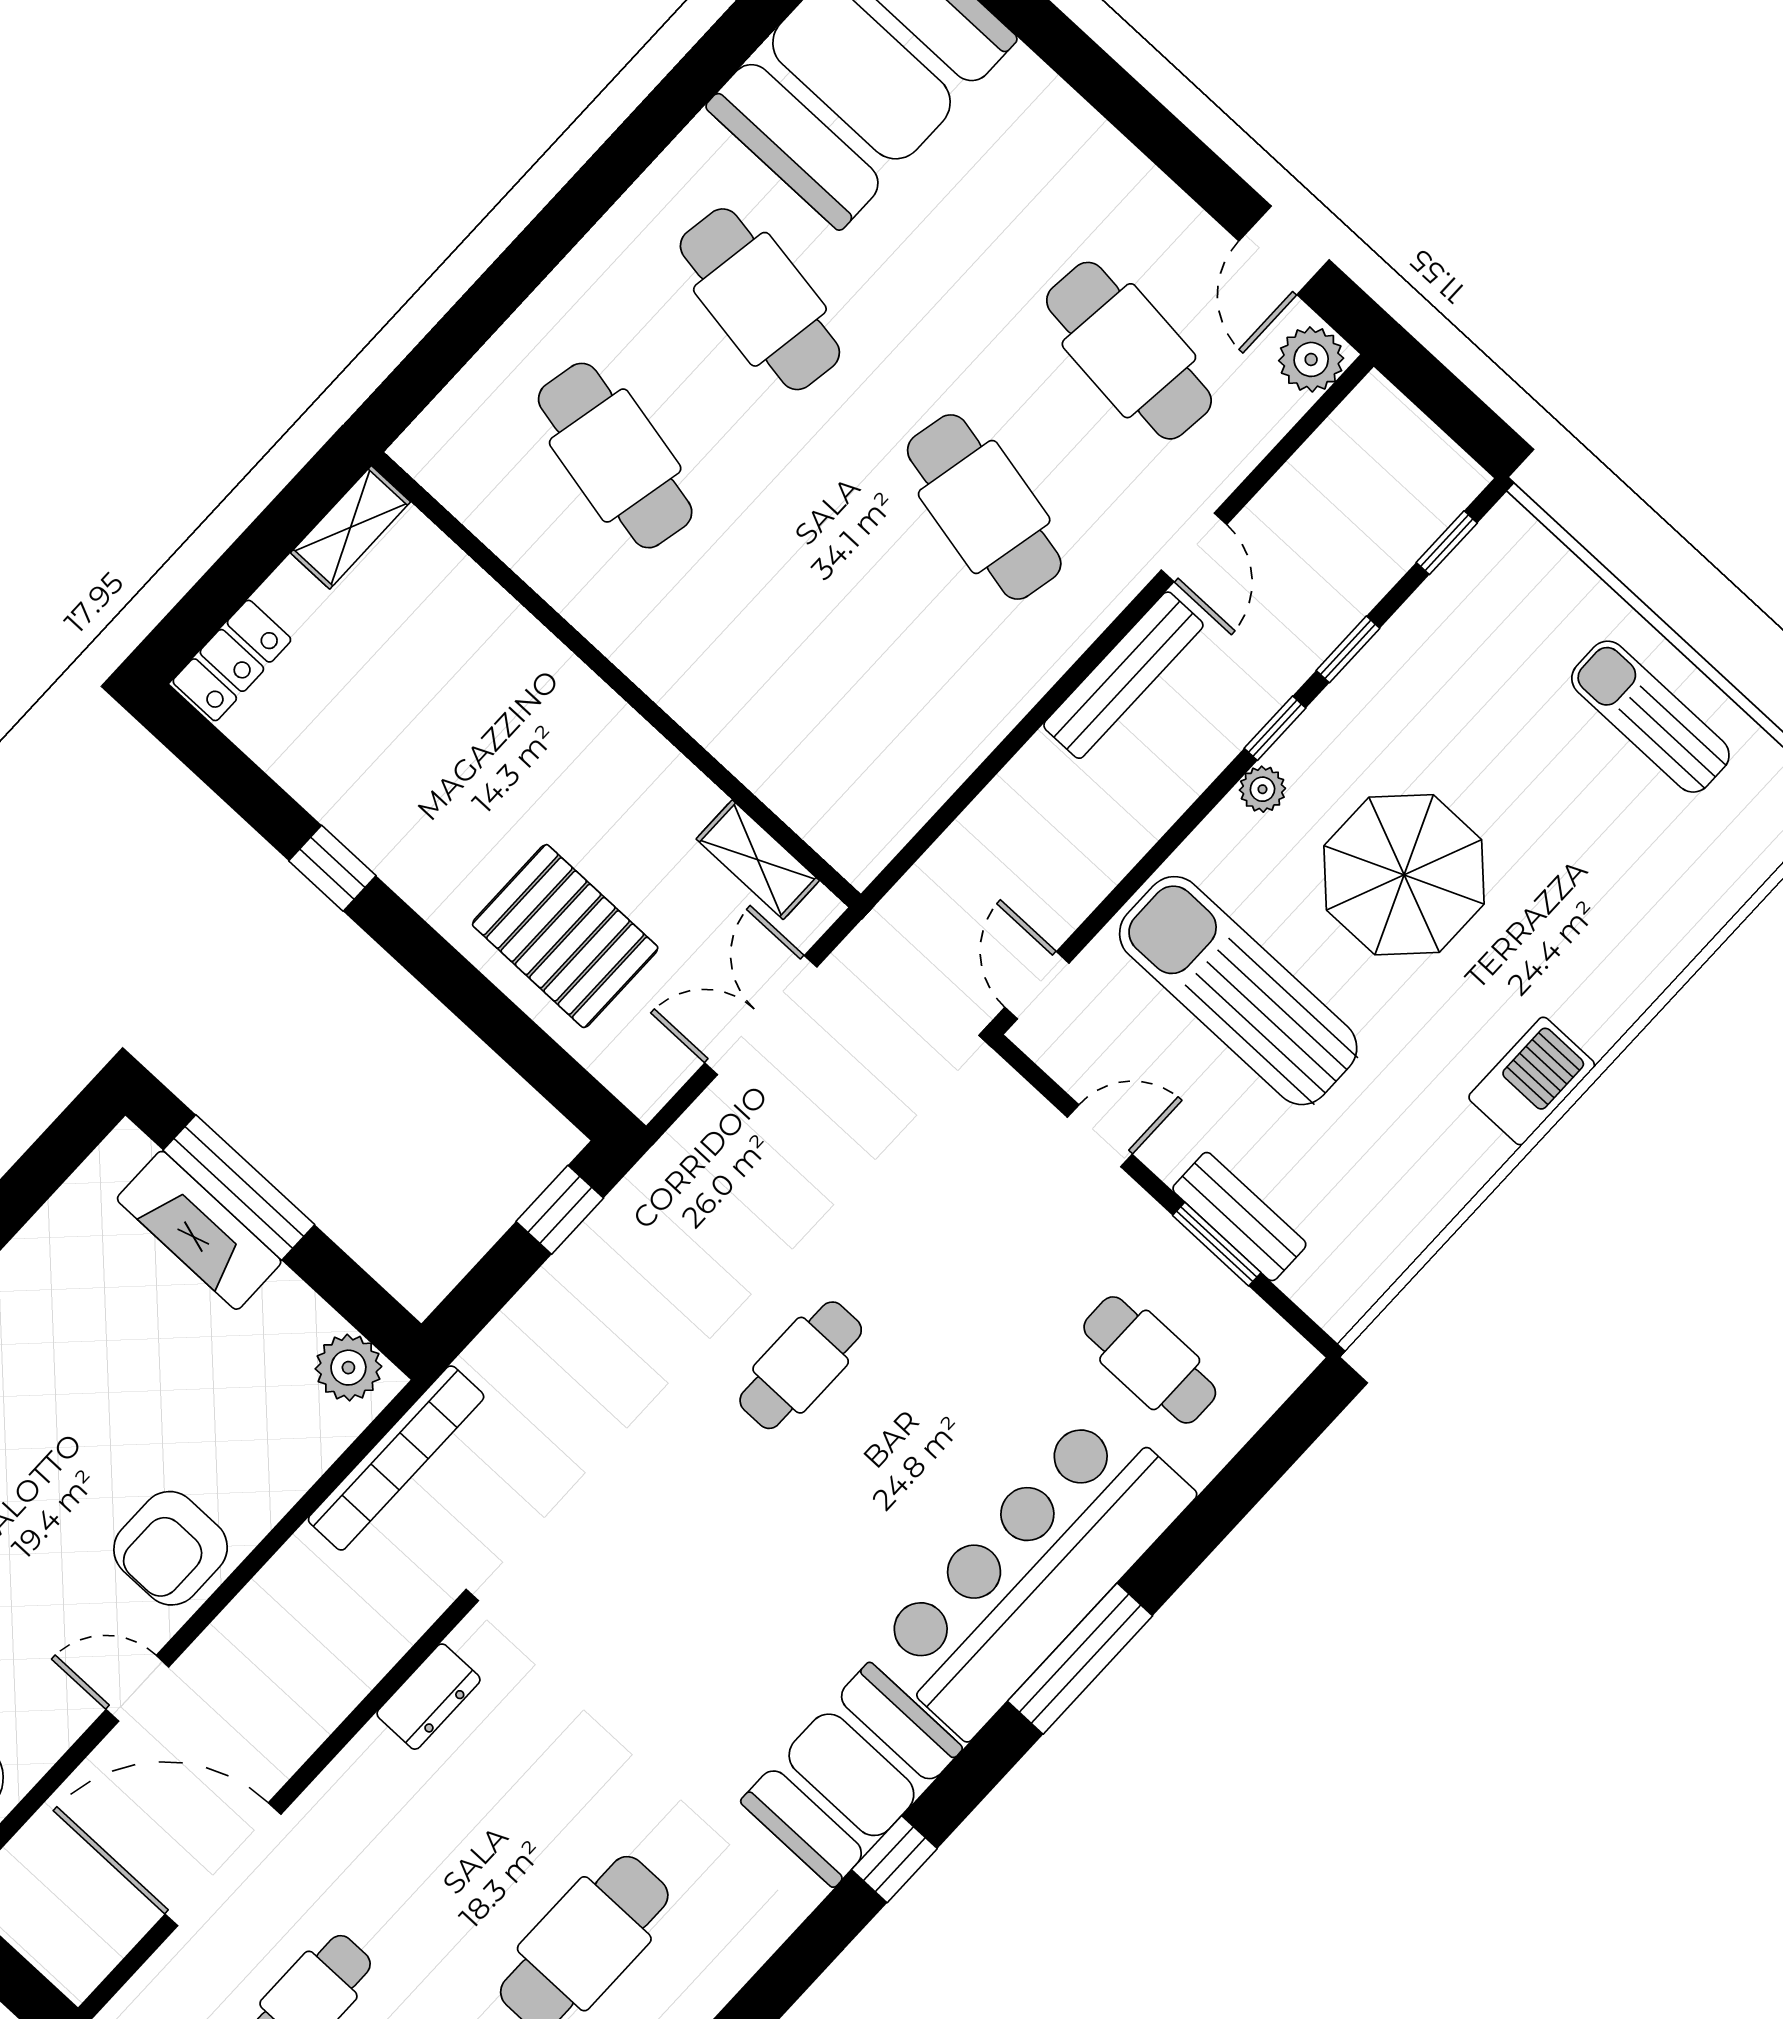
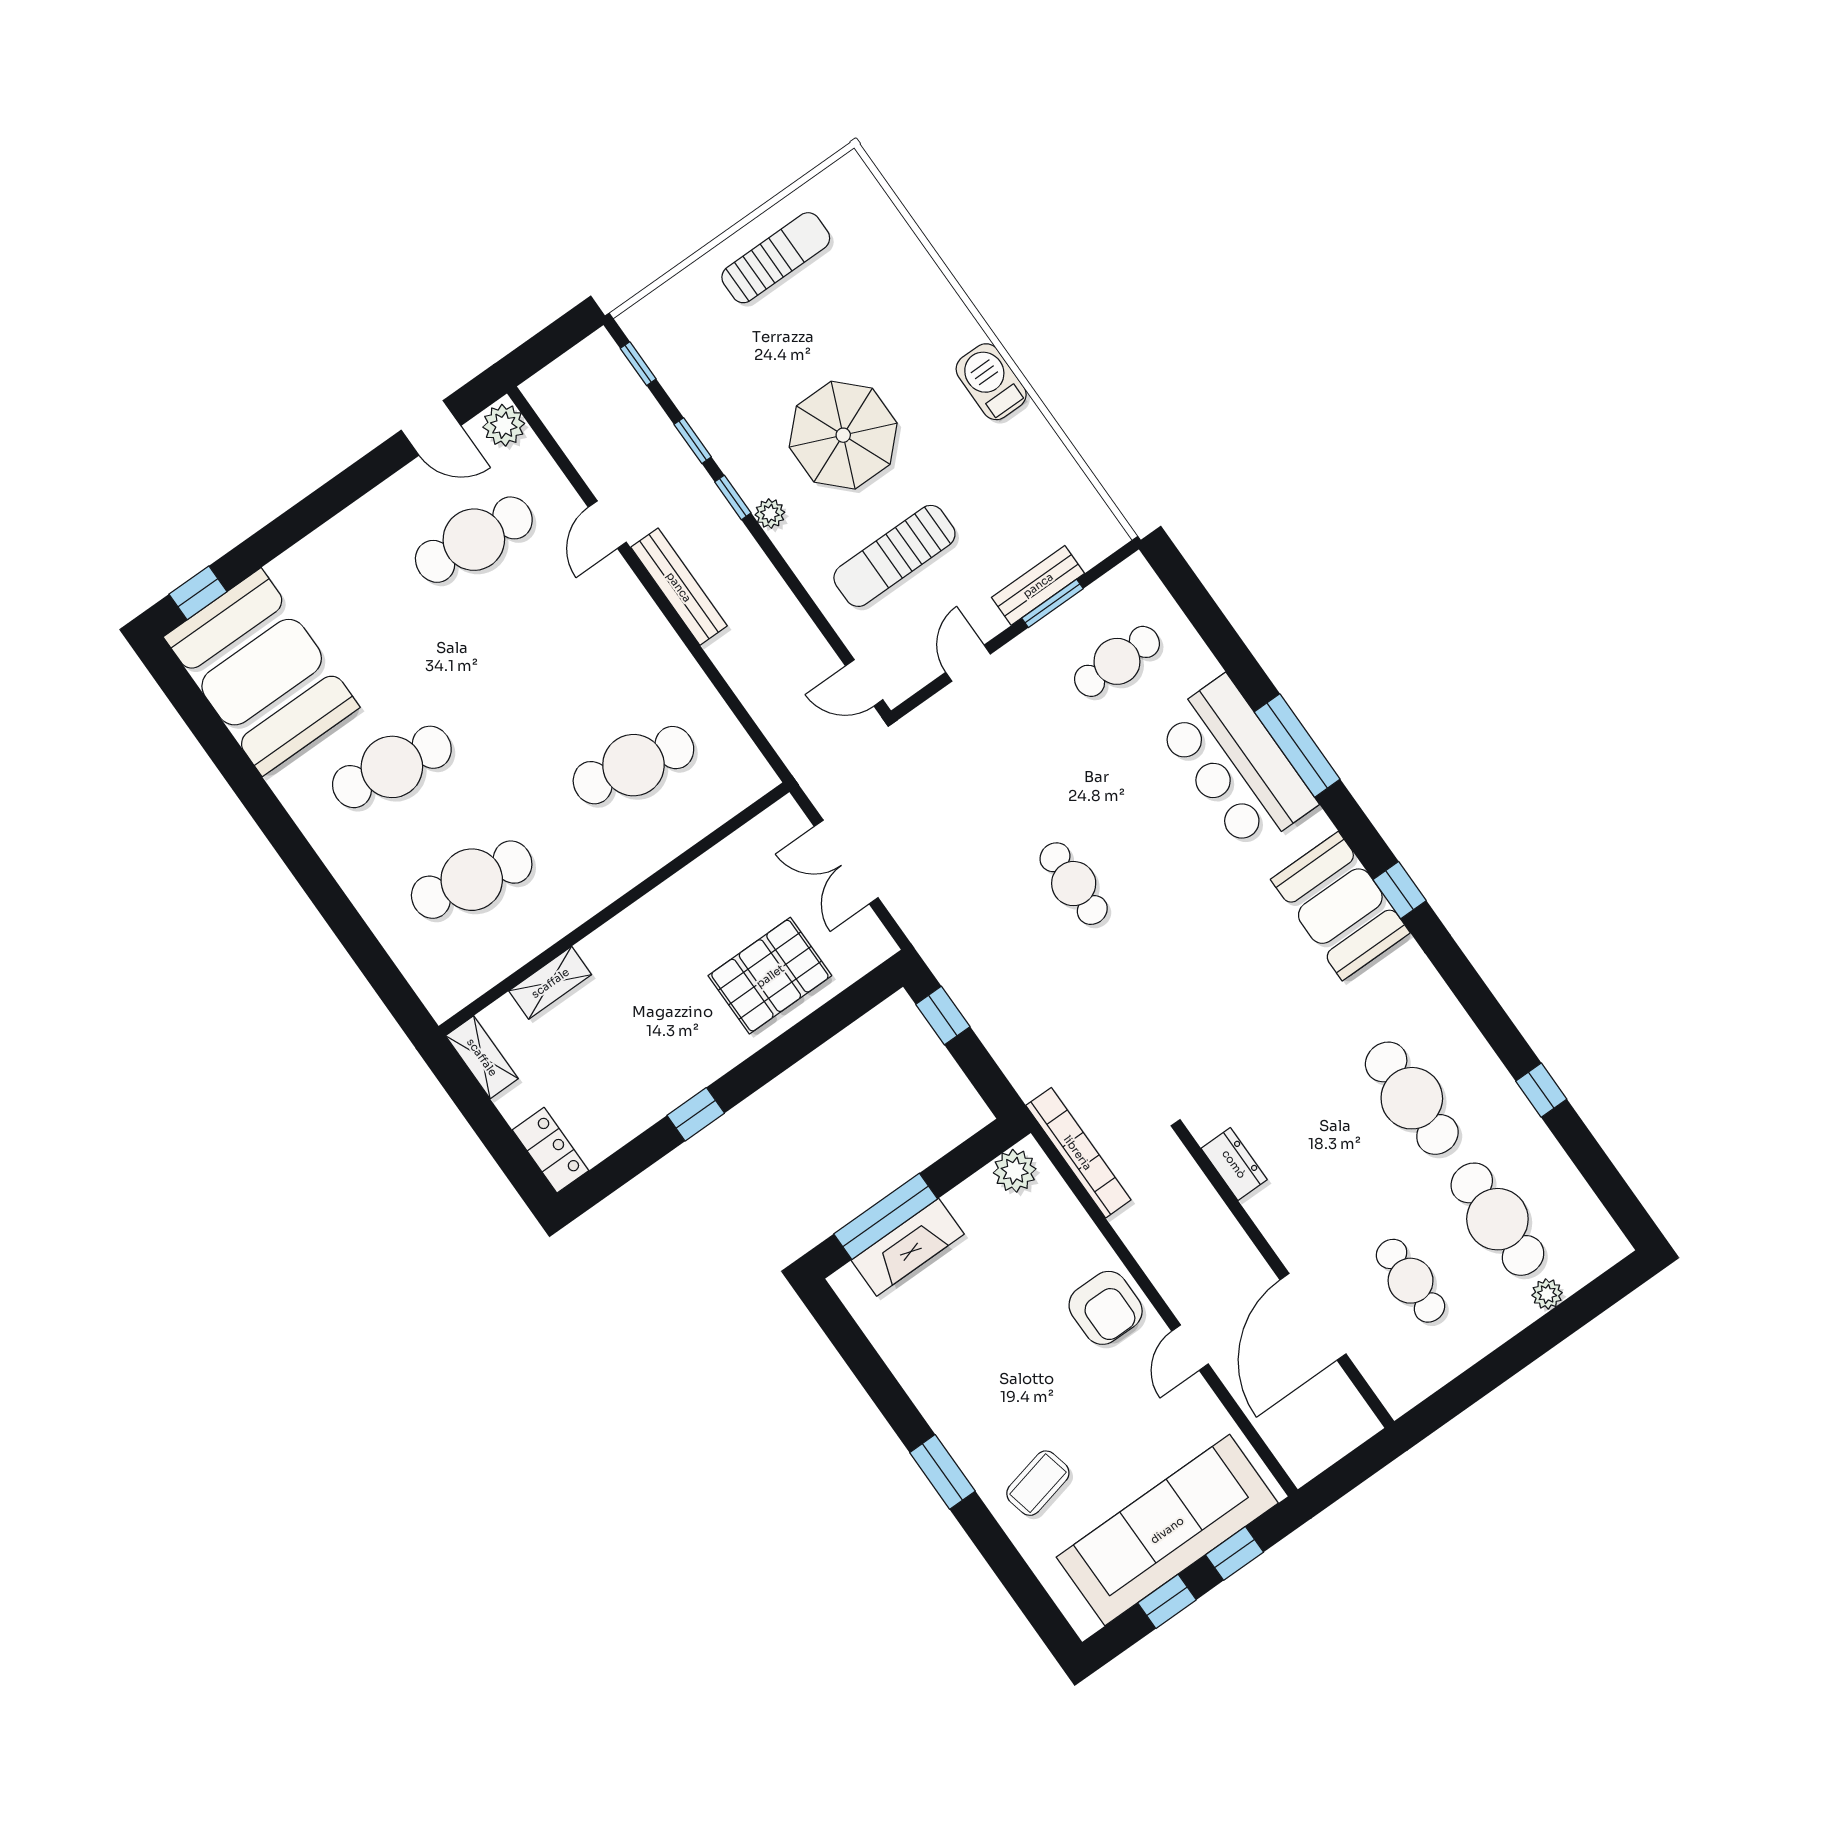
cafe table: (984, 507) -> (633, 765), moved
door: (1194, 547) -> (607, 525), swing flipped
sun lounger: (1650, 717) -> (776, 258), turned 180
shelving: (758, 860) -> (550, 983), moved
sun lounger: (1238, 991) -> (894, 556), width x0.73, depth x0.75
bar counter: (1032, 1572) -> (1236, 764), width x0.73

